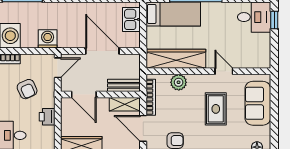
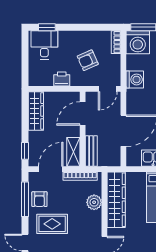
door: (58, 68) -> (108, 89), hinge flipped
rug: (216, 109) -> (52, 224), moved

